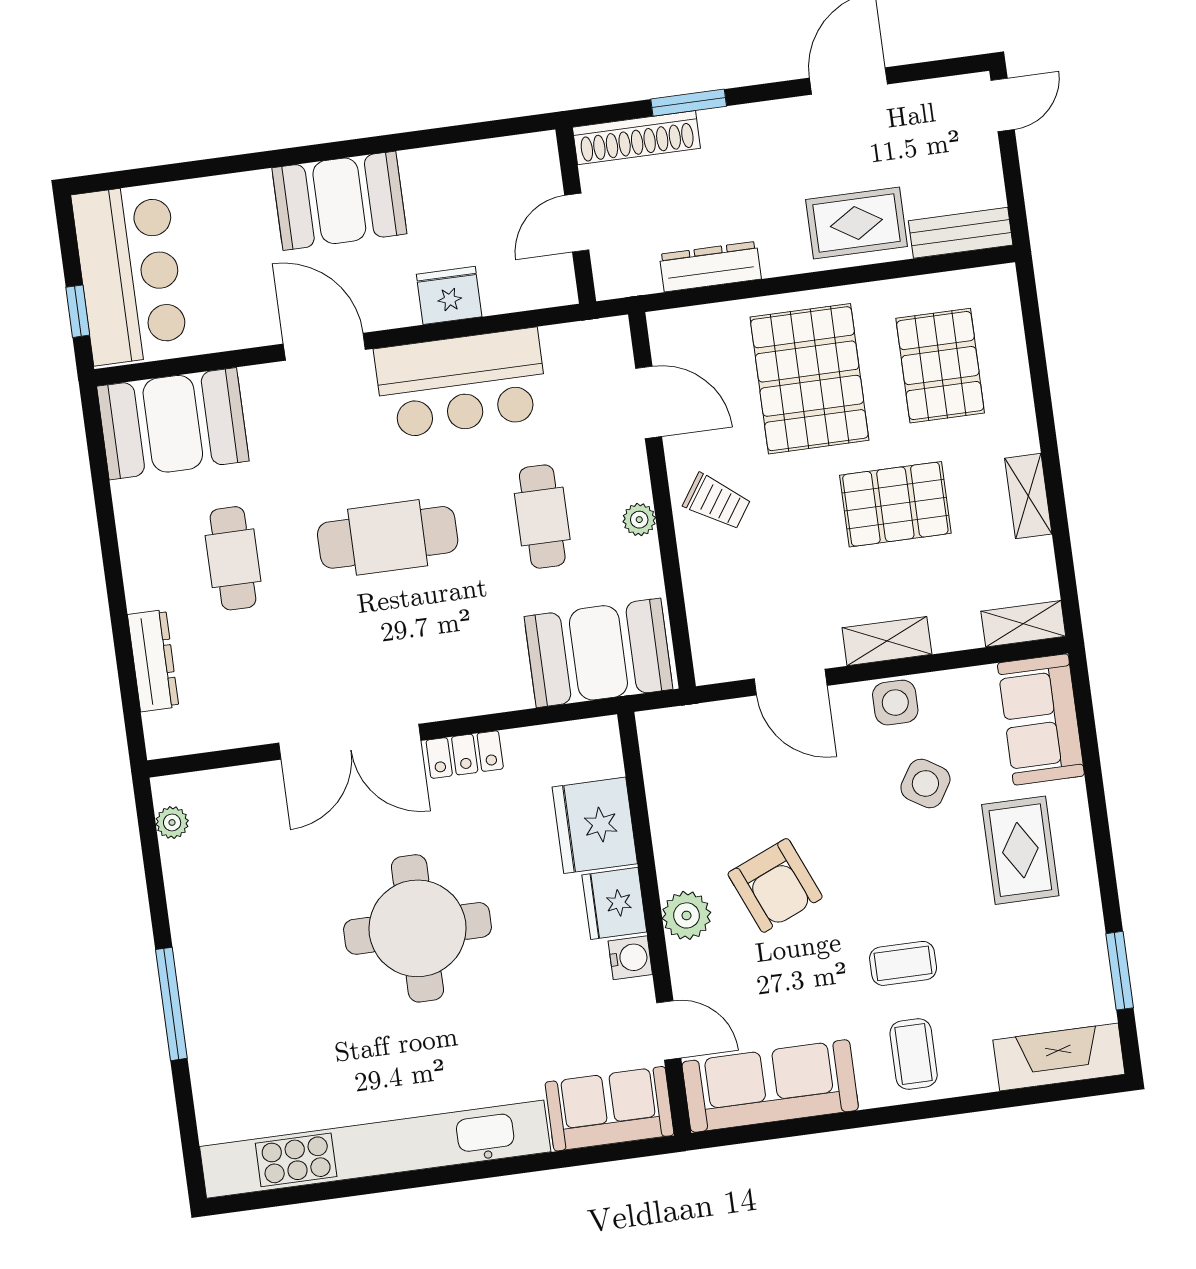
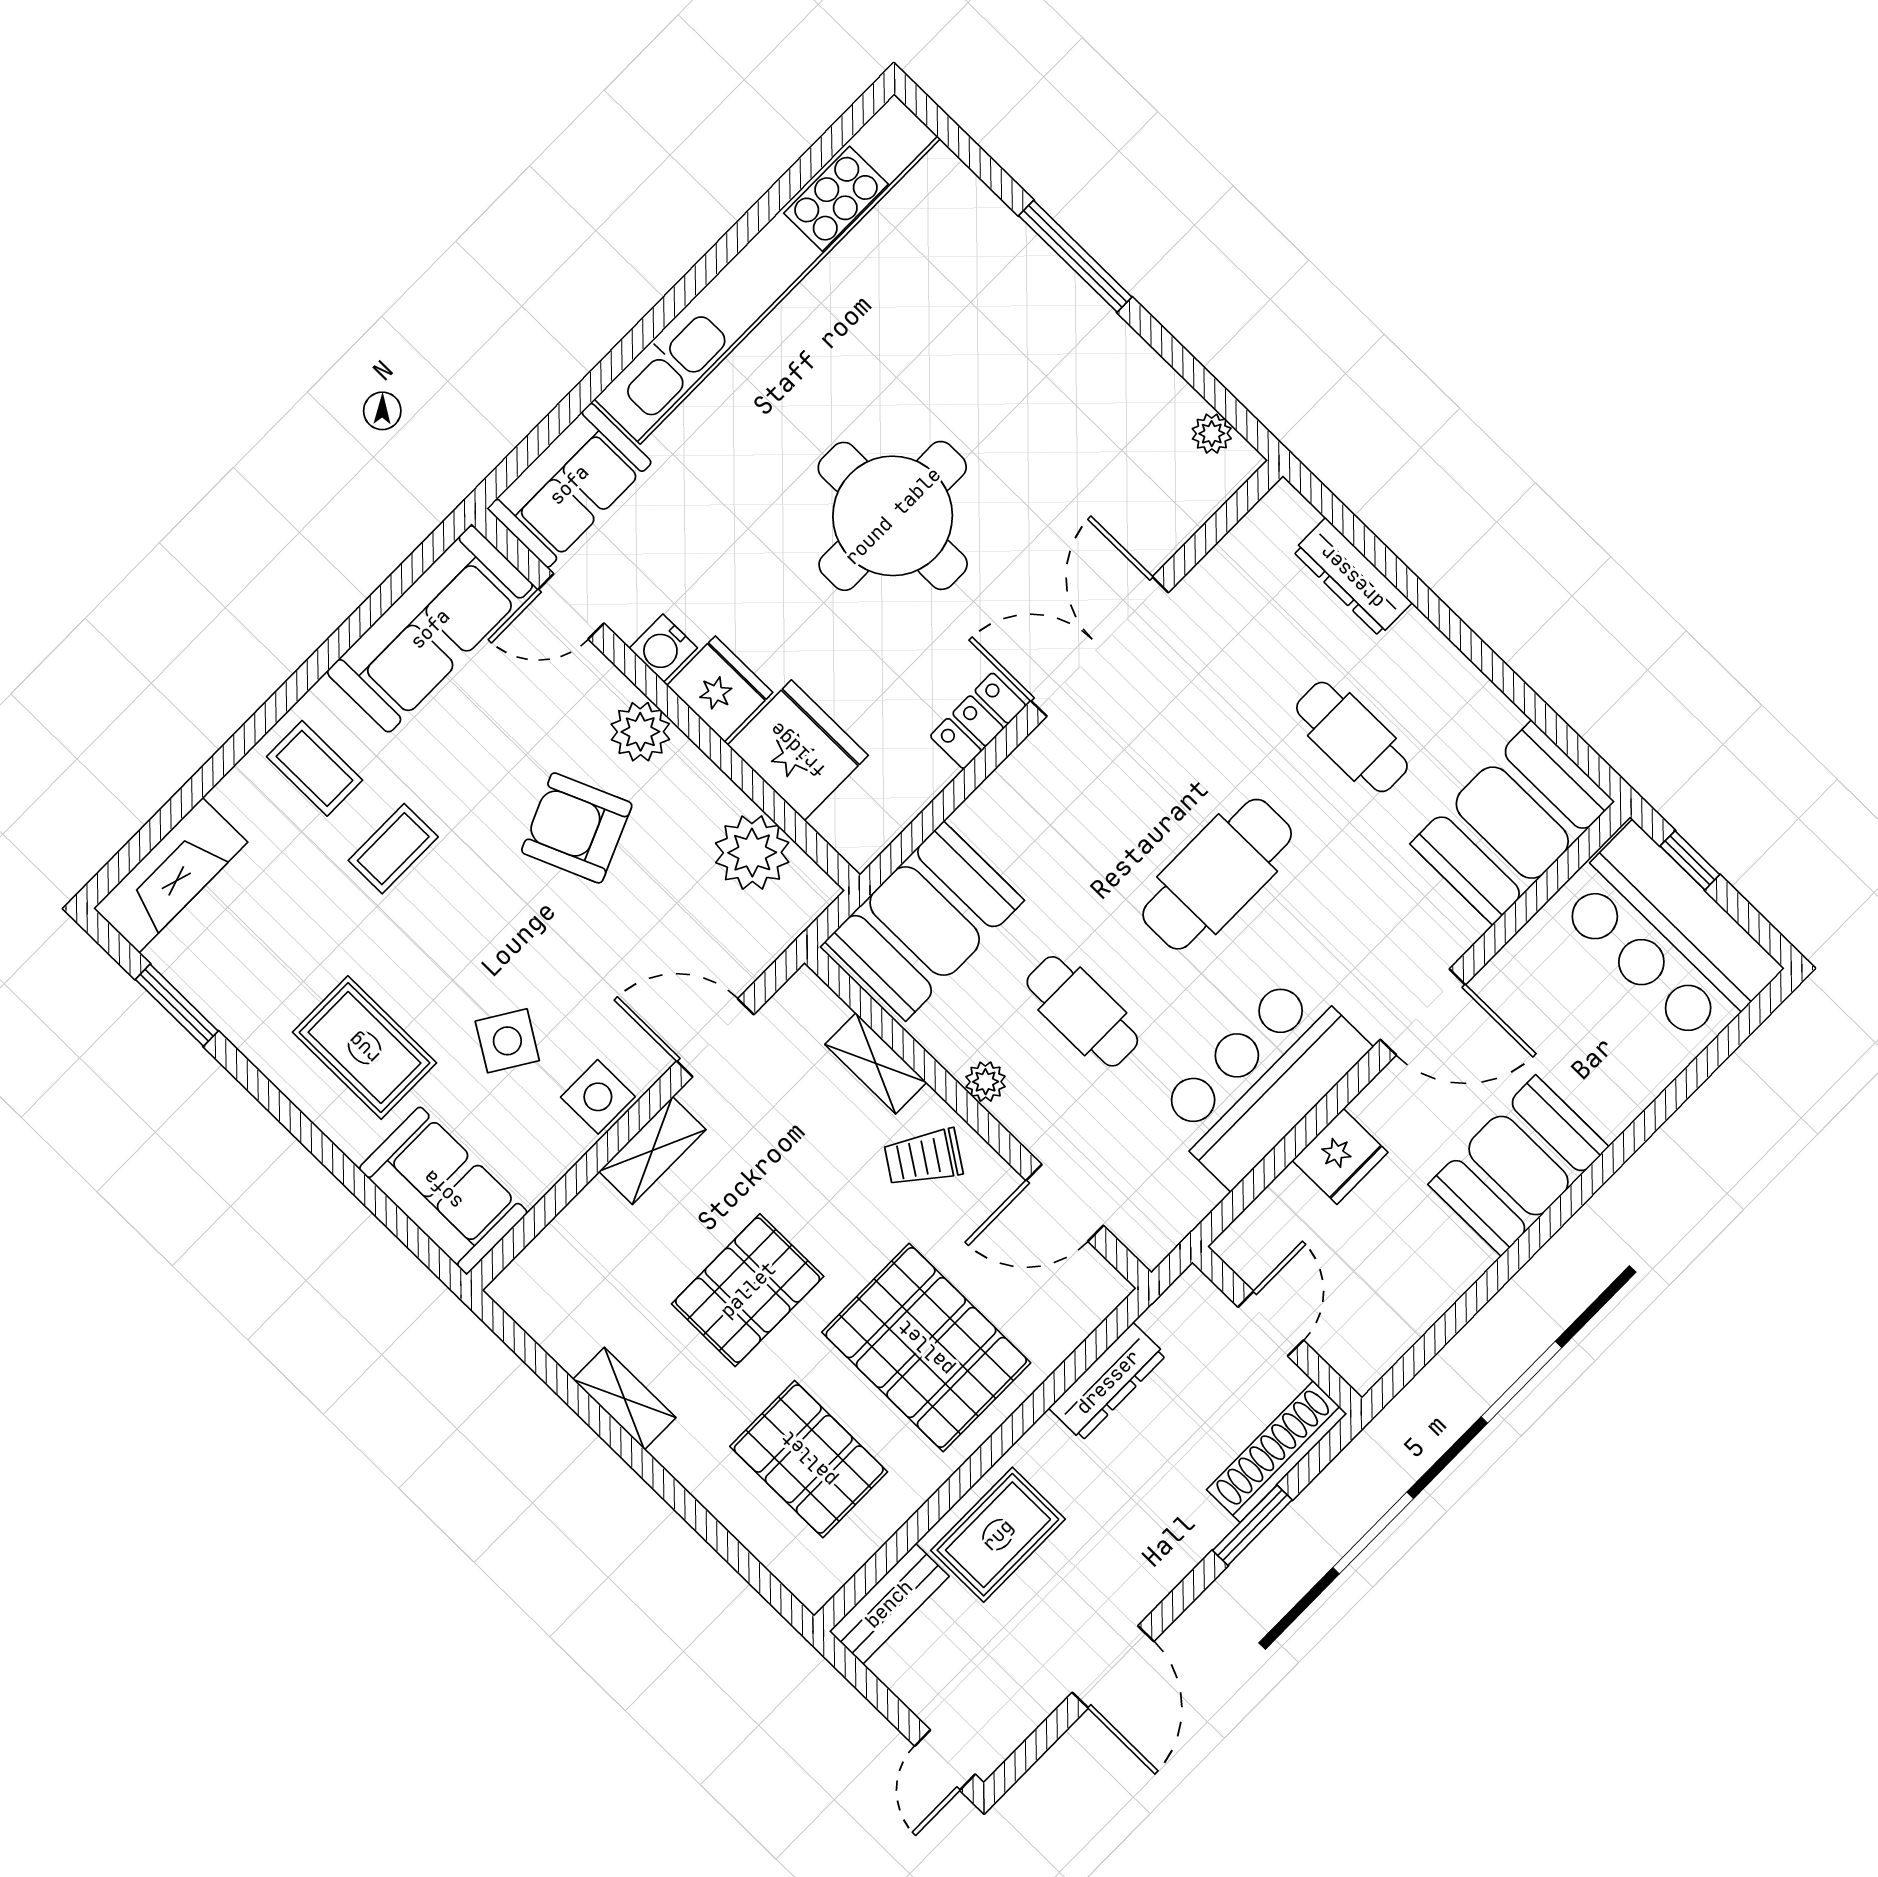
shelving: (1023, 624) -> (876, 1063), moved, turned 90
plant: (675, 782) -> (752, 853), added

